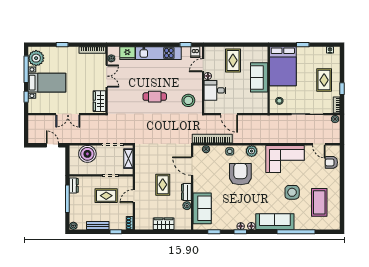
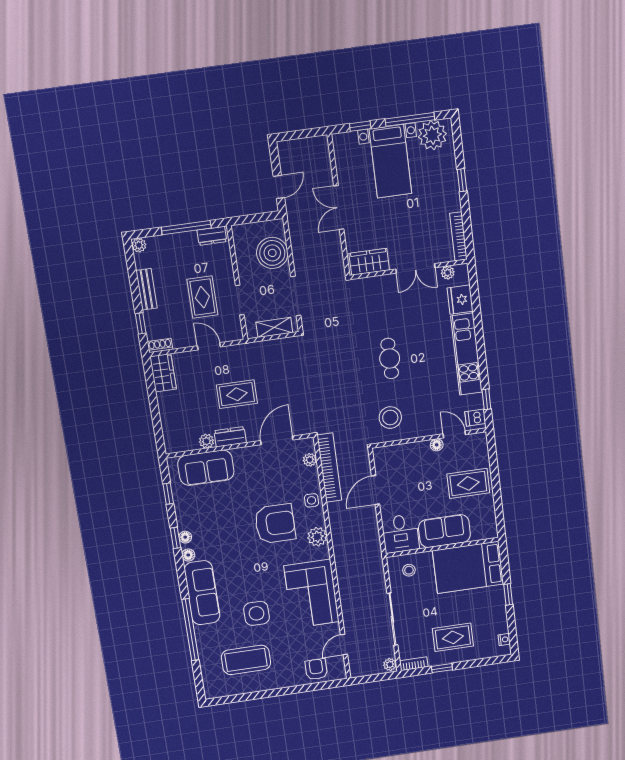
desk: (215, 90) -> (400, 534), moved, turned 180
wardrobe: (164, 224) -> (163, 373), moved

